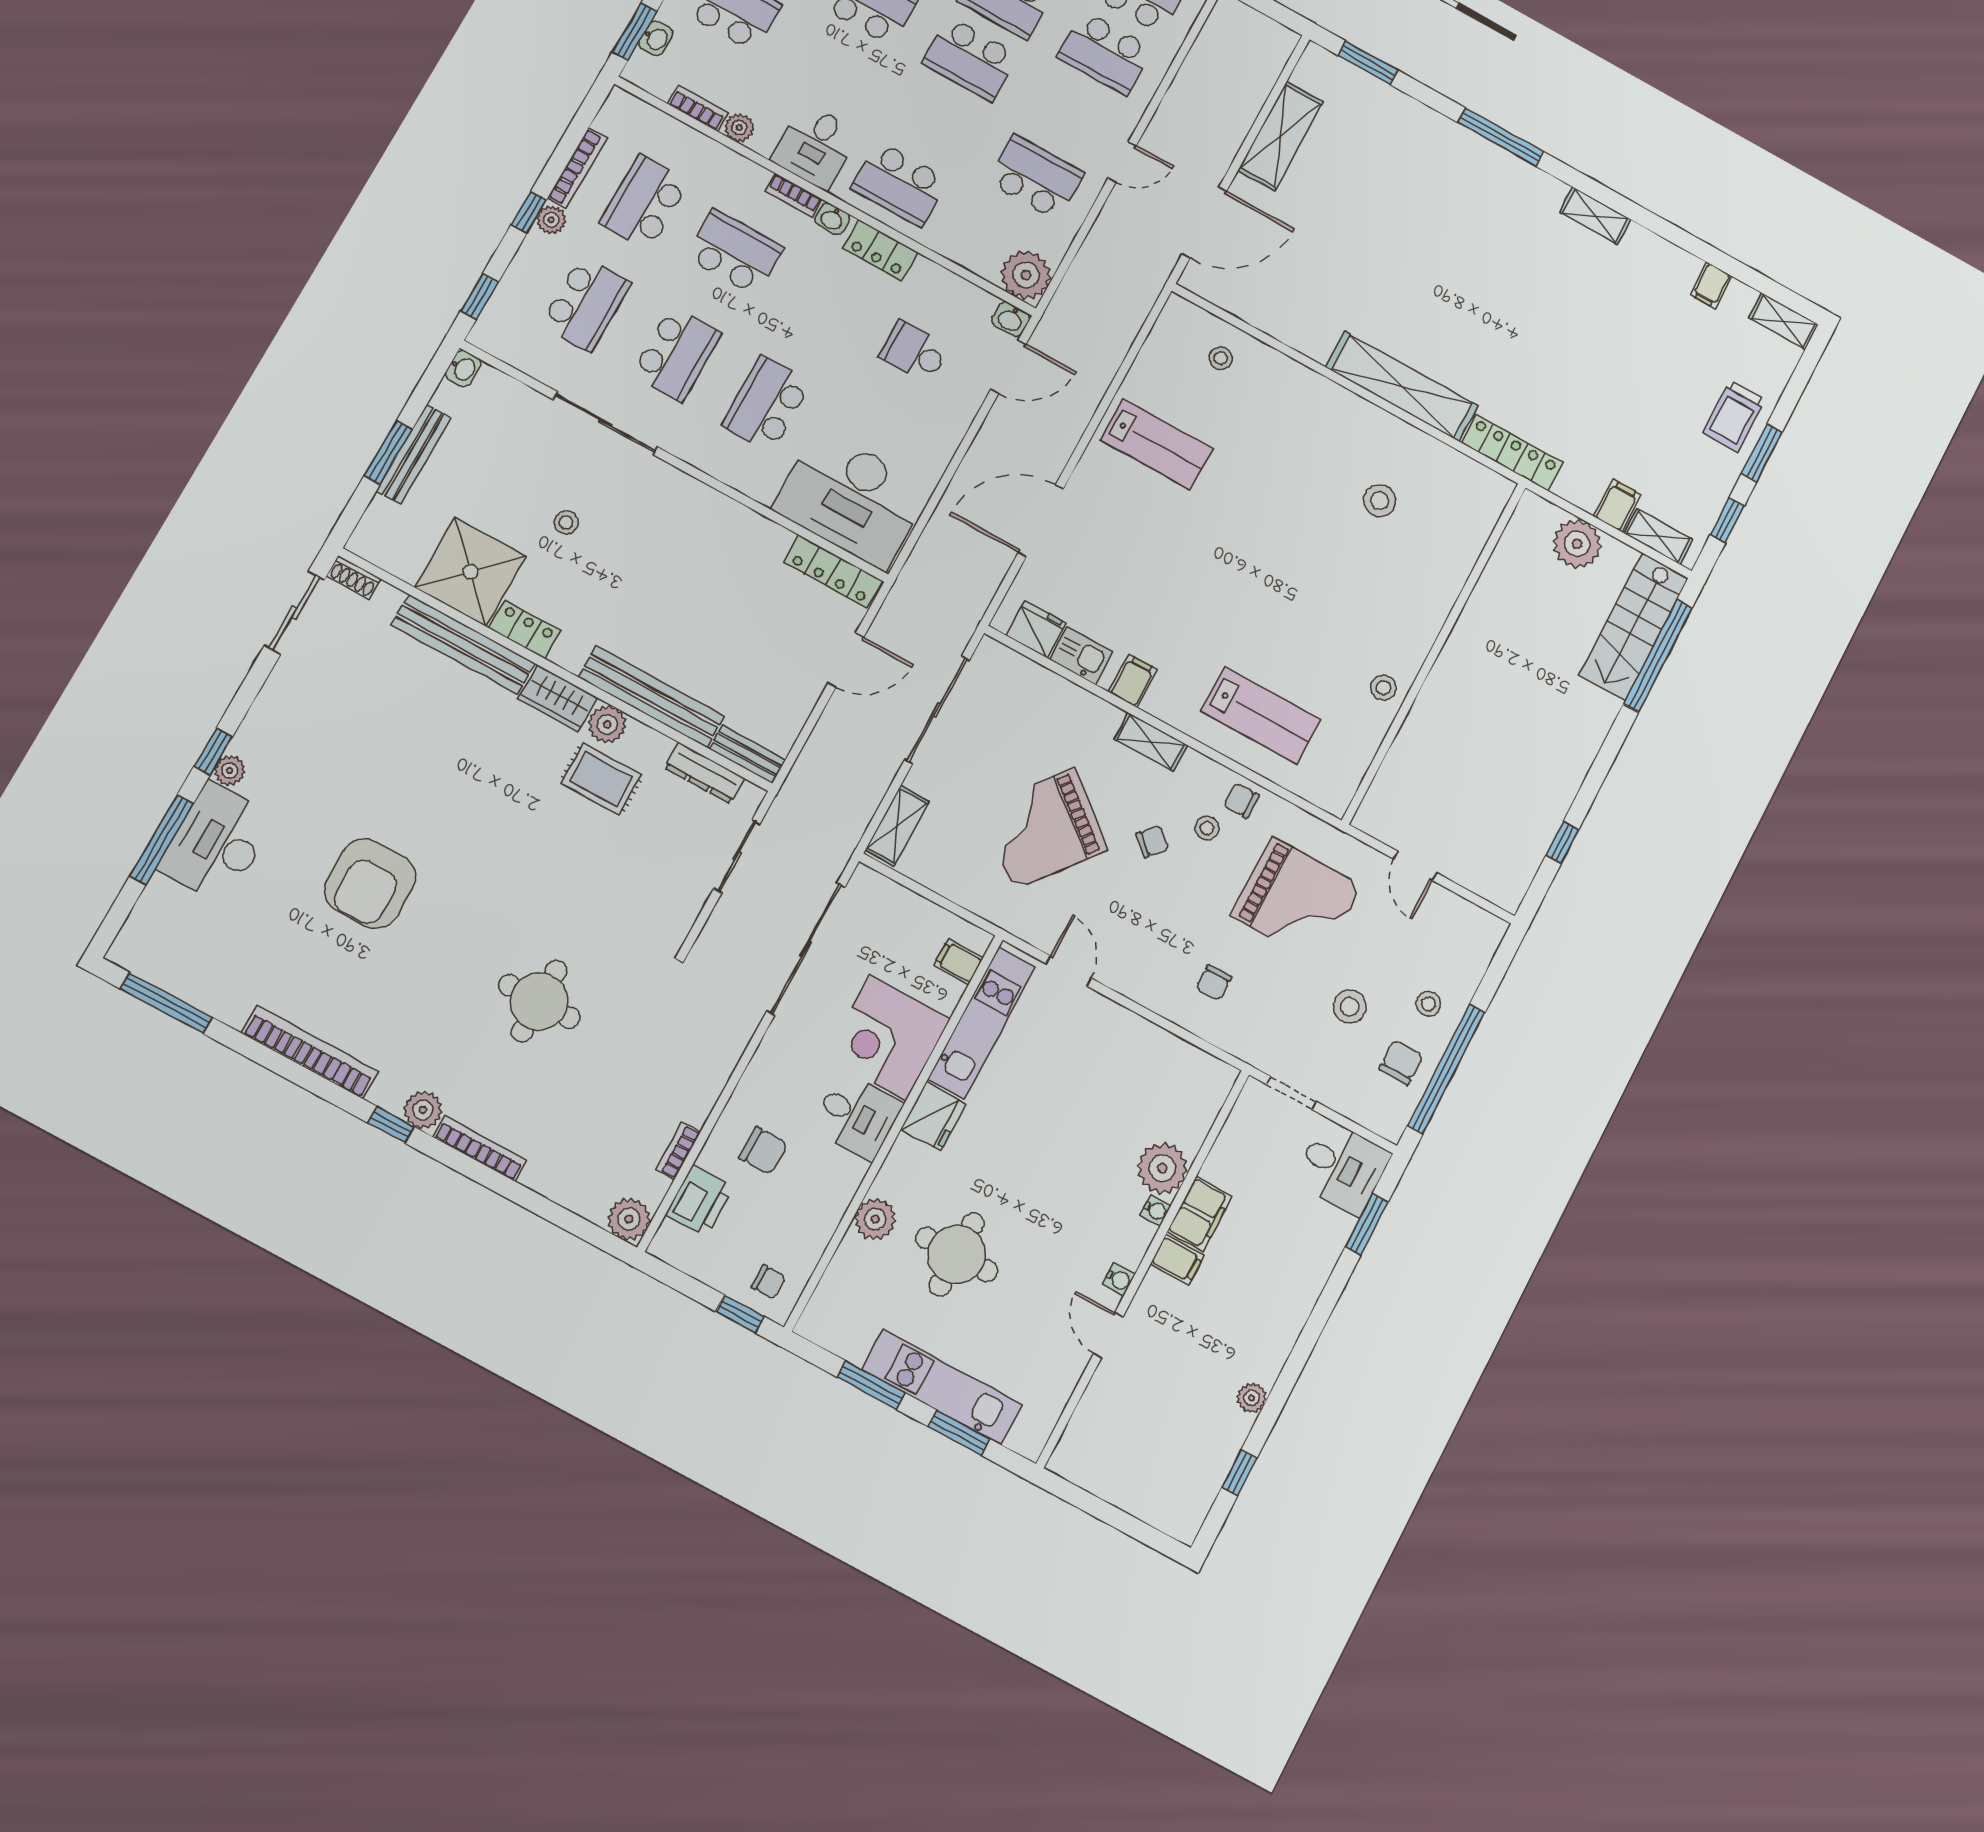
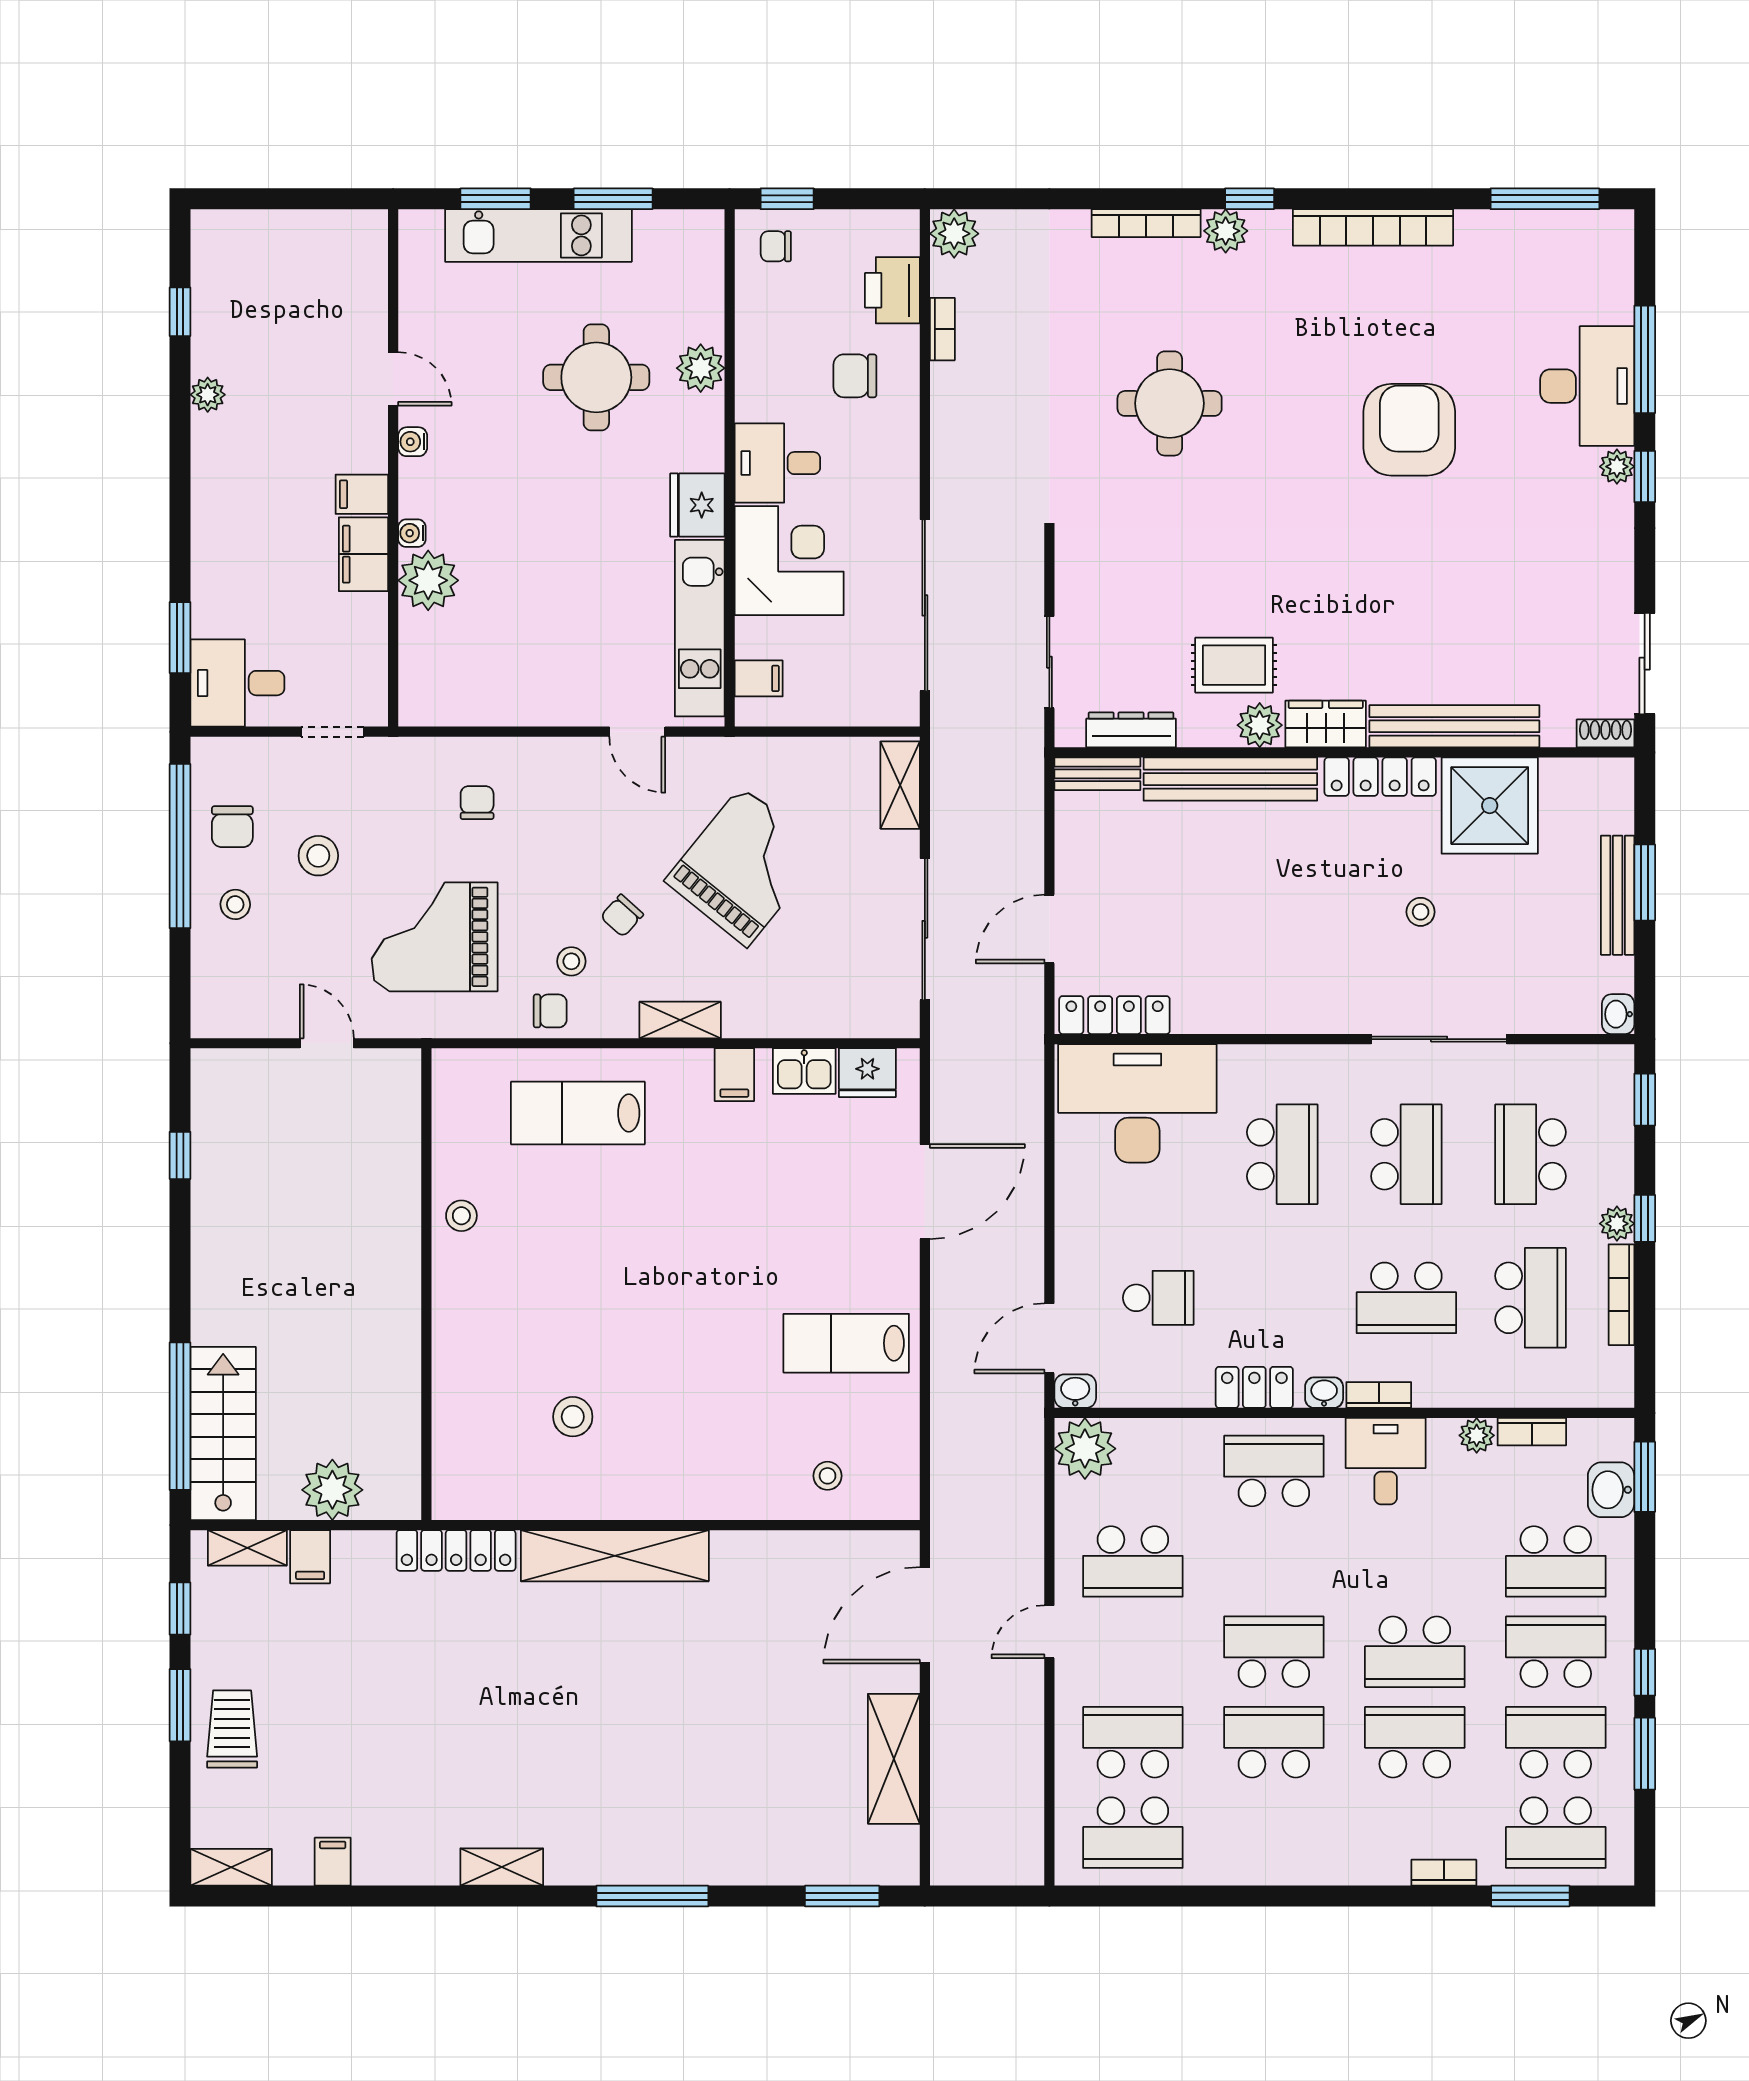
washbasin: (656, 38) -> (1611, 1490), width x1.38, depth x1.45
school desk: (676, 354) -> (1406, 1154), turned 180
locker: (525, 629) -> (1380, 777), width x1.53

